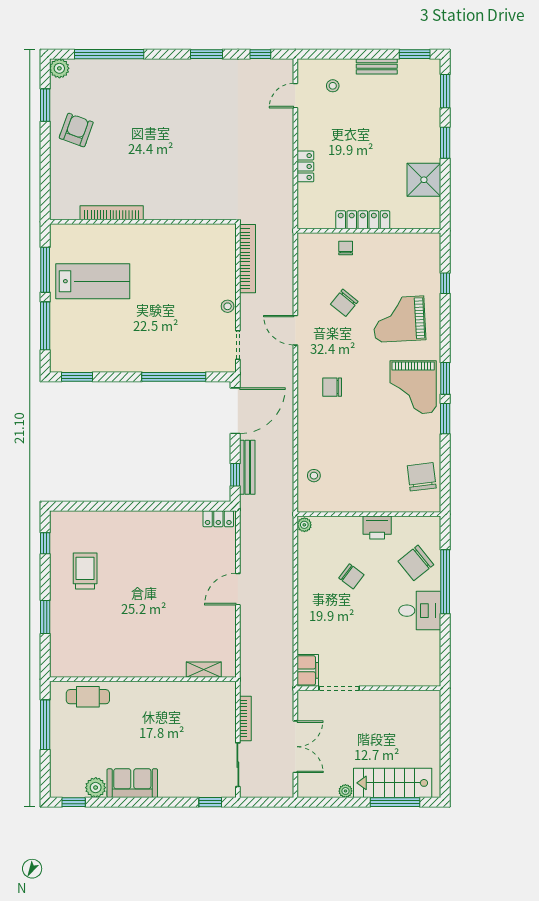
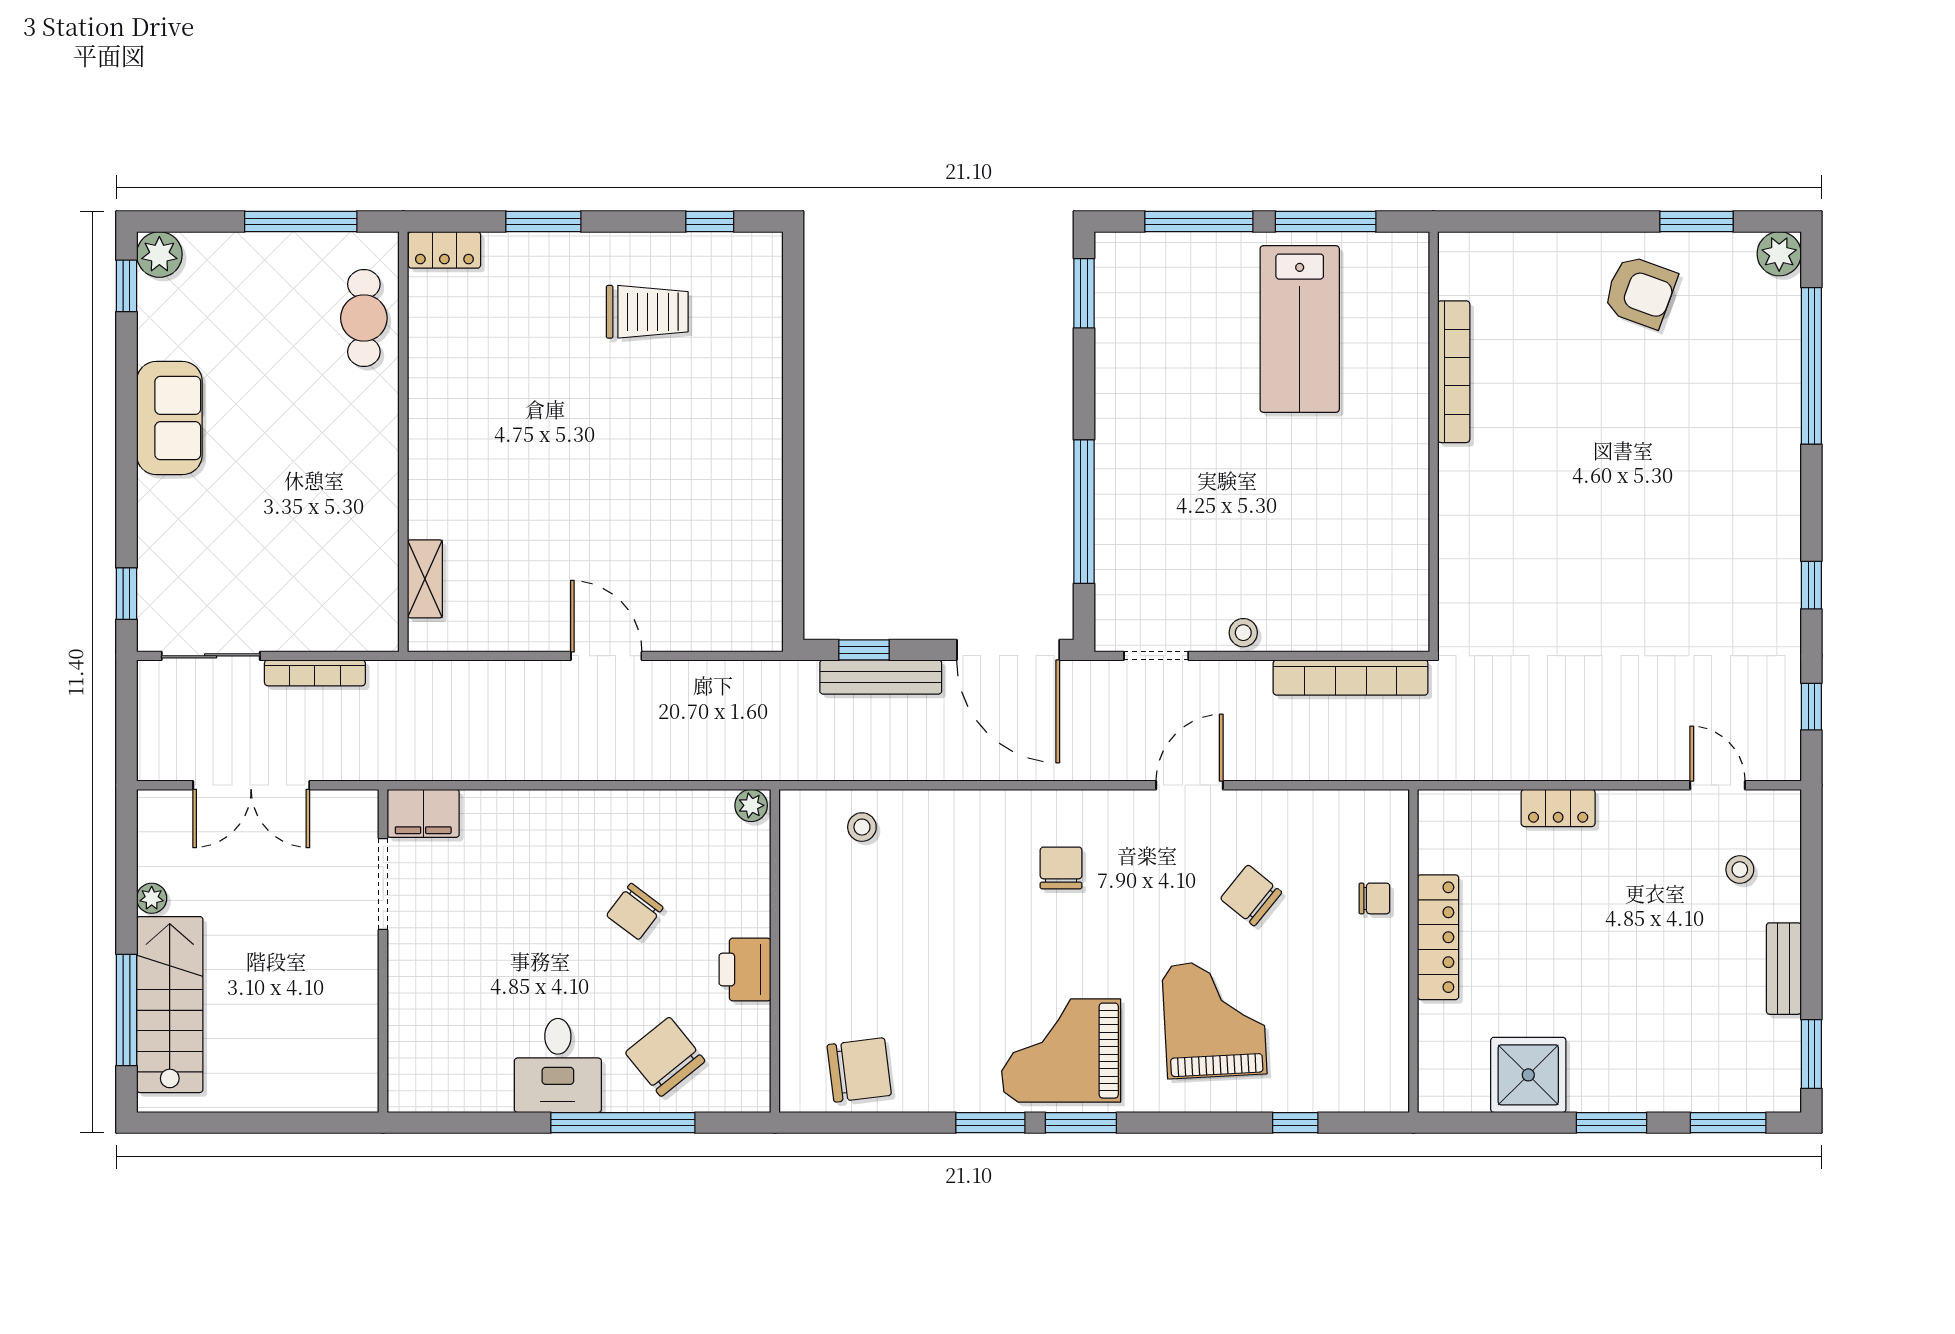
window: (206, 54) -> (1811, 585), width x0.67
locker: (218, 519) -> (444, 250), moved, turned -90
plant: (96, 788) -> (159, 255), moved

